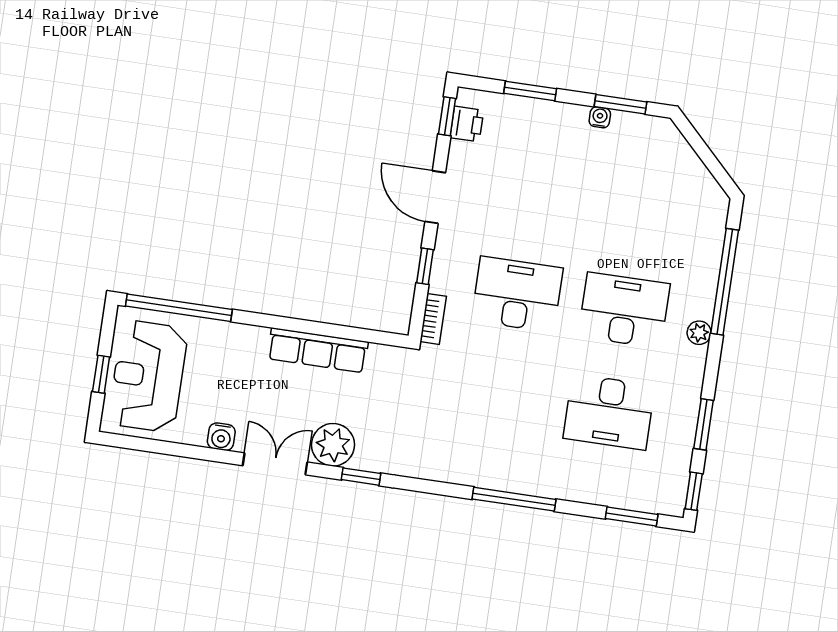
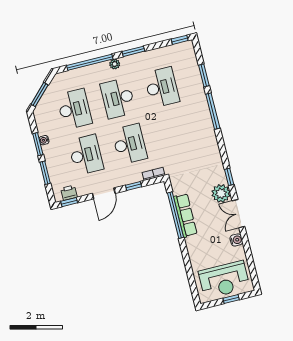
window: (620, 104) -> (38, 144), moved
window: (700, 147) -> (40, 95), added
desk: (532, 193) -> (86, 155), added
desk: (639, 208) -> (74, 109), added
desk: (517, 294) -> (129, 144), turned 180
window: (179, 308) -> (175, 215), moved
window: (704, 424) -> (133, 51), moved
window: (632, 517) -> (204, 75), moved

